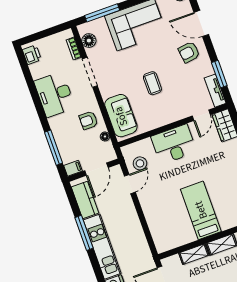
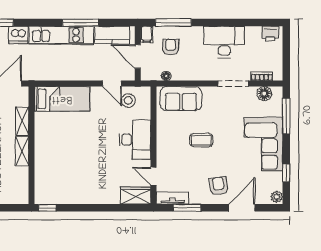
armchair: (88, 120) -> (171, 47), moved
bed: (201, 210) -> (62, 99), moved

